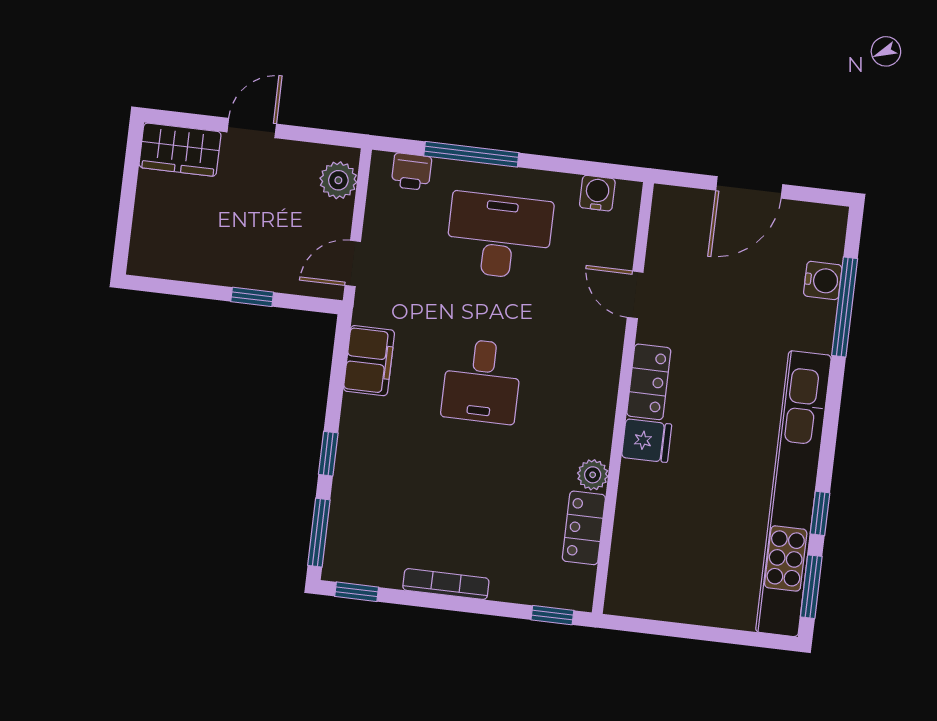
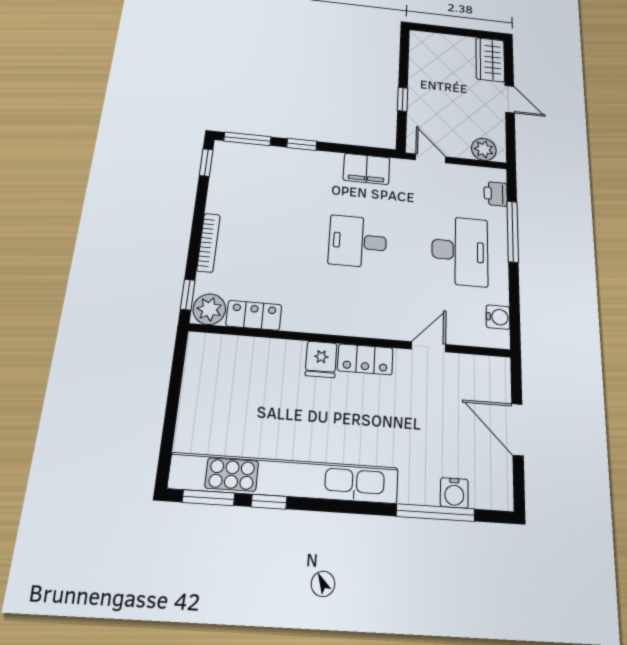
plant: (593, 475) -> (209, 309), moved, width x1.38, depth x1.38
bookcase: (446, 584) -> (208, 243), moved

